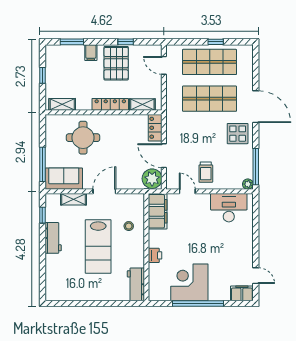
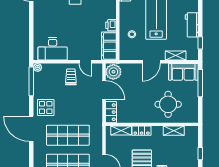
shelving: (62, 104) -> (174, 131), moved
locker: (110, 104) -> (142, 131), width x0.66
printer: (155, 255) -> (111, 25), moved

